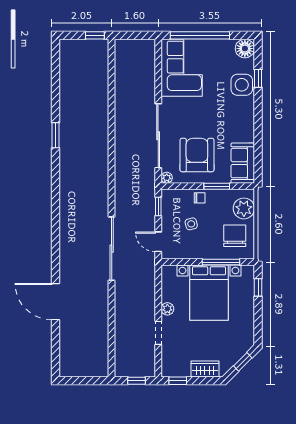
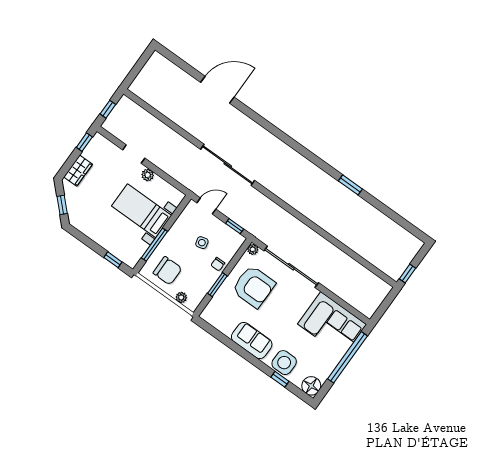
sofa: (243, 163) -> (252, 341), moved
plant: (244, 208) -> (181, 297), width x0.53, depth x0.53
bed with nightstands: (209, 293) -> (142, 211), width x0.73

